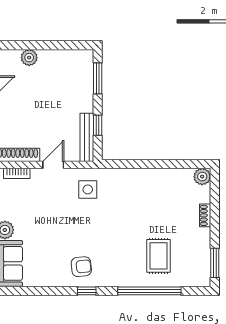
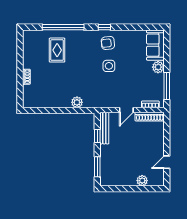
plant: (202, 177) -> (77, 102), moved
side table: (88, 189) -> (109, 66), moved
window: (215, 263) -> (20, 45), removed

